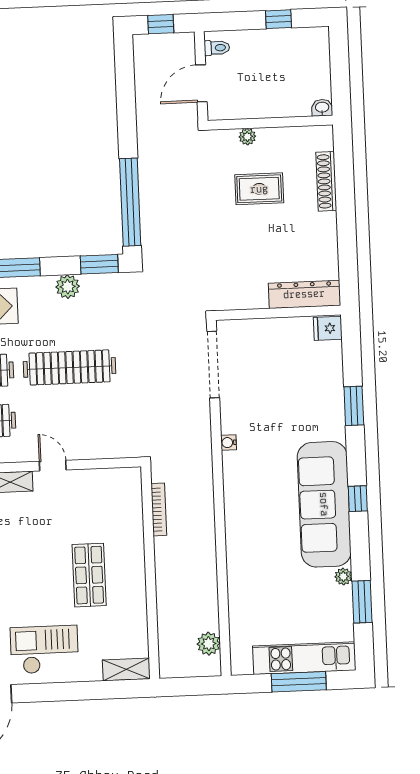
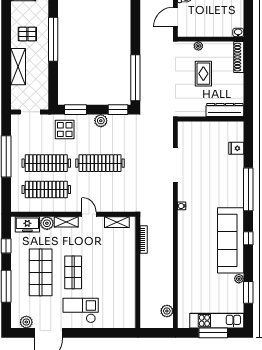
shoe rack: (326, 181) -> (239, 57), moved
rug: (259, 189) -> (203, 74), turned 90
dresser: (304, 294) -> (225, 110), moved
wall: (278, 313) -> (211, 119), moved
window: (354, 406) -> (248, 189), width x2.11
shop shelf: (89, 575) -> (73, 272), moved
shelving: (126, 669) -> (117, 222), moved

